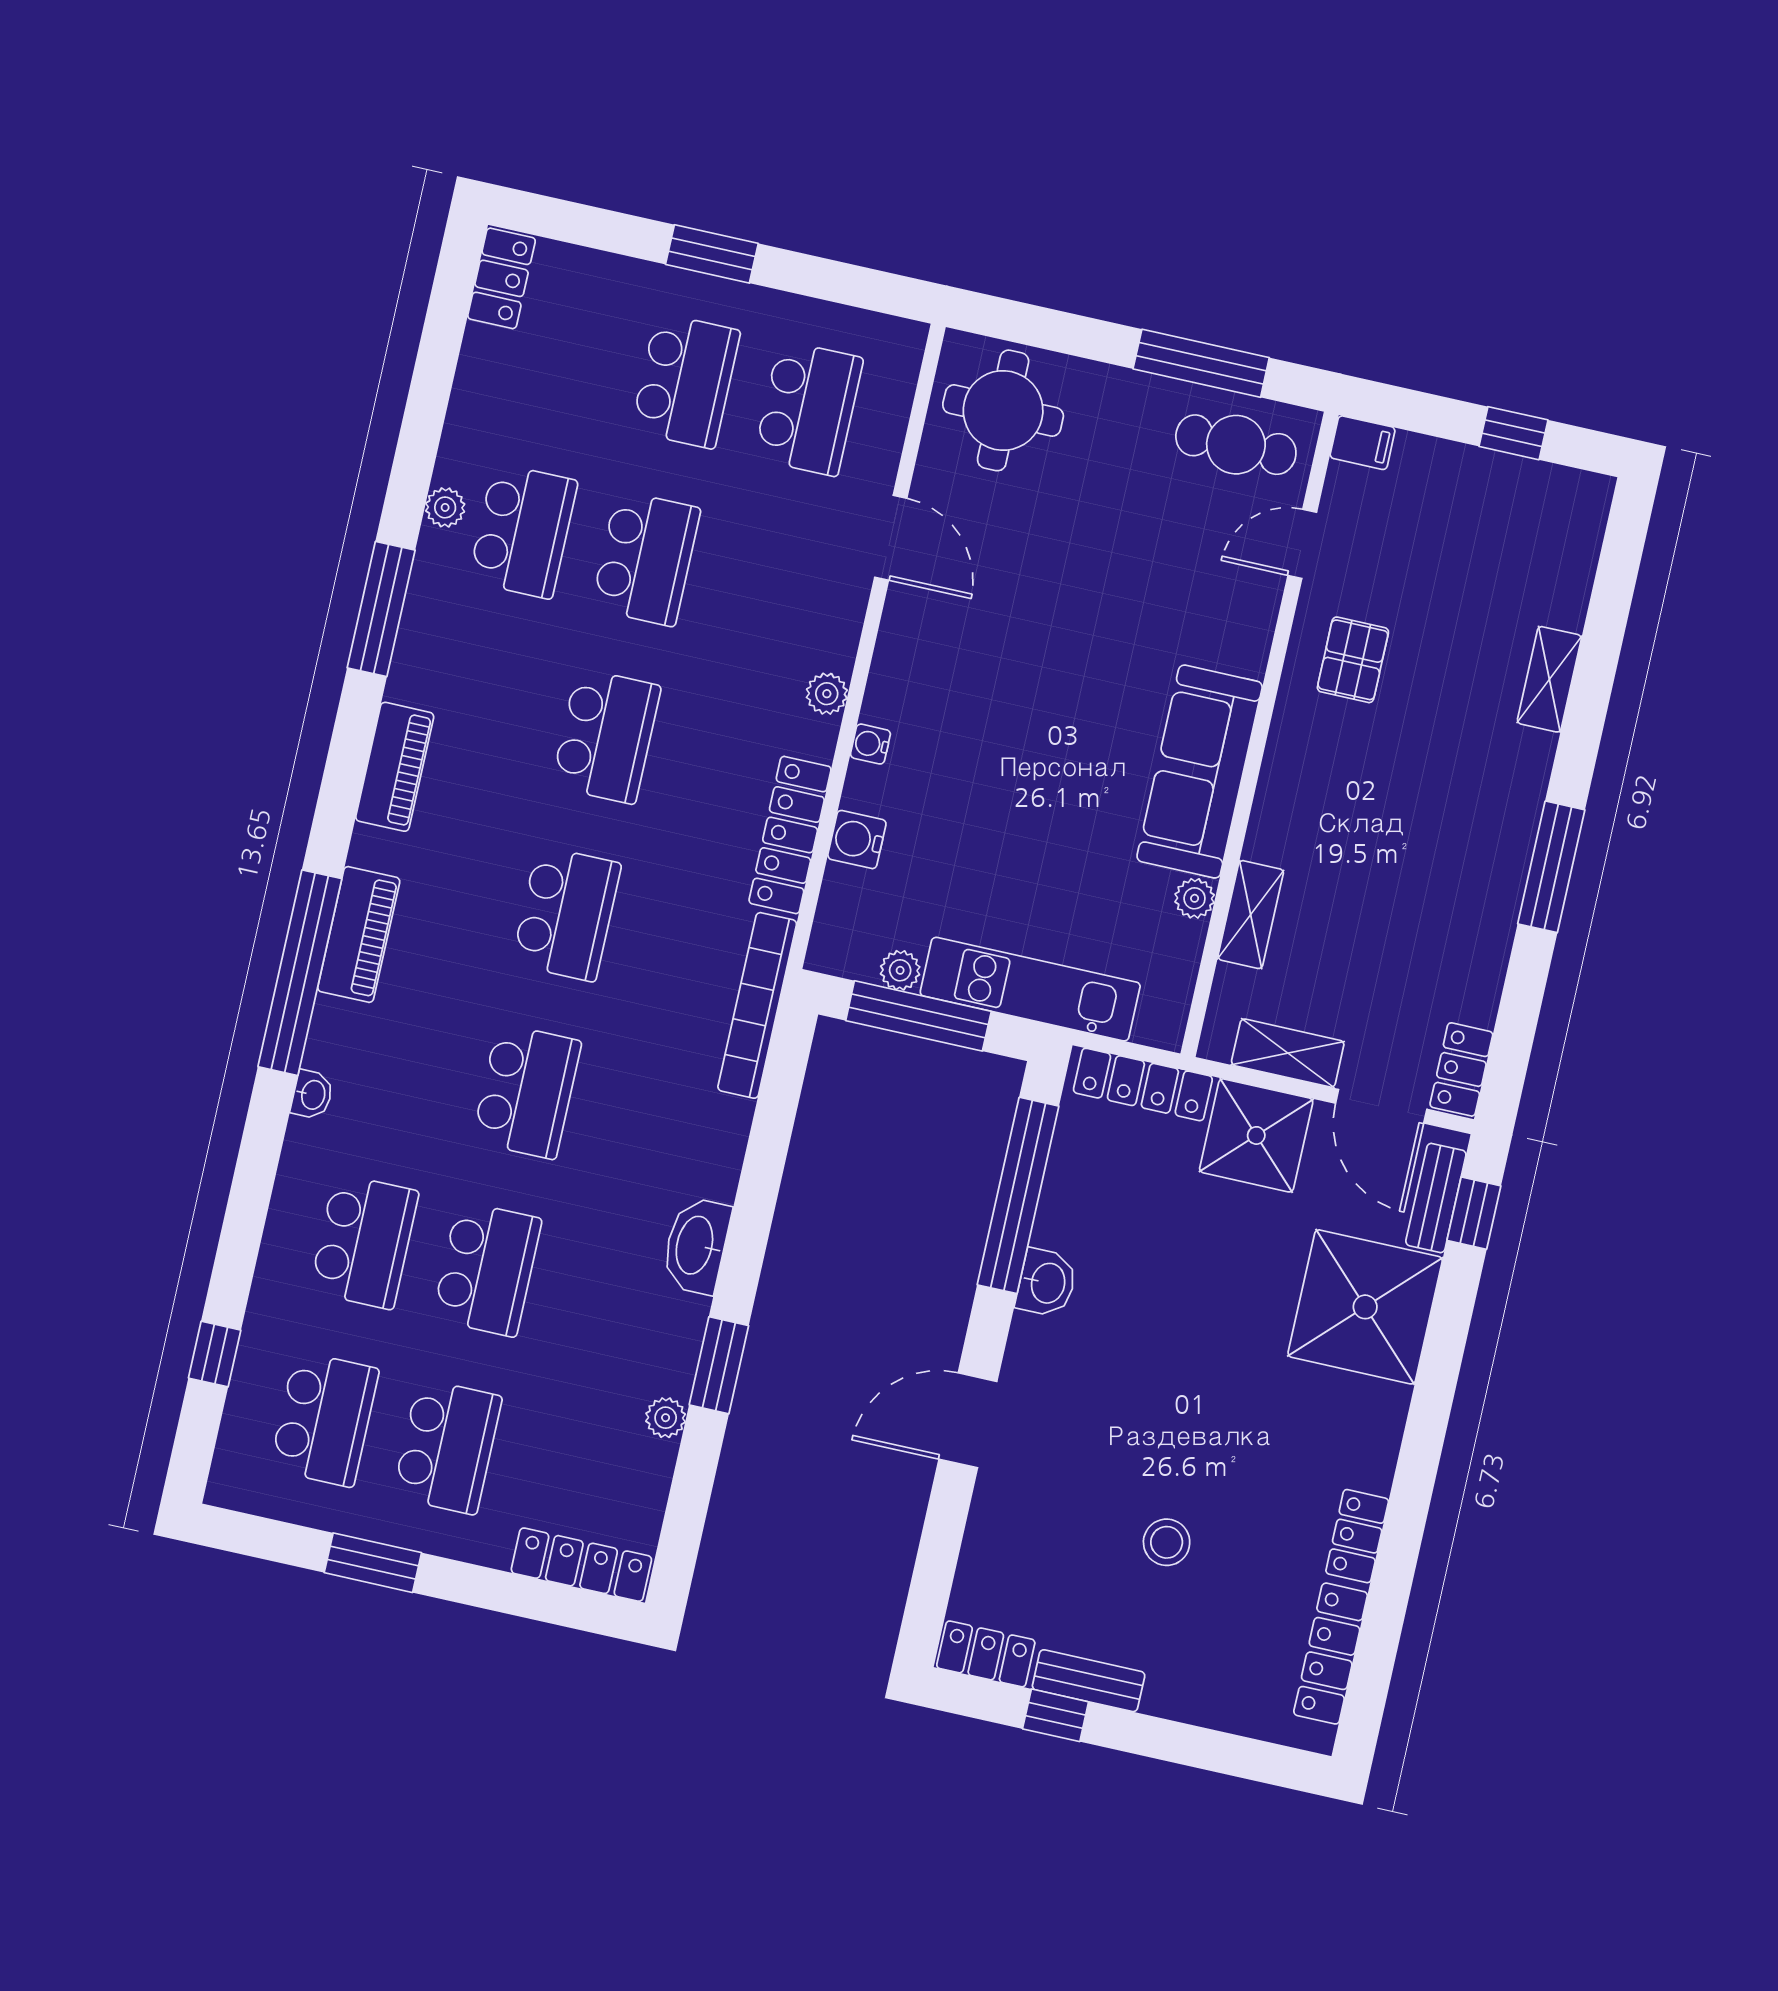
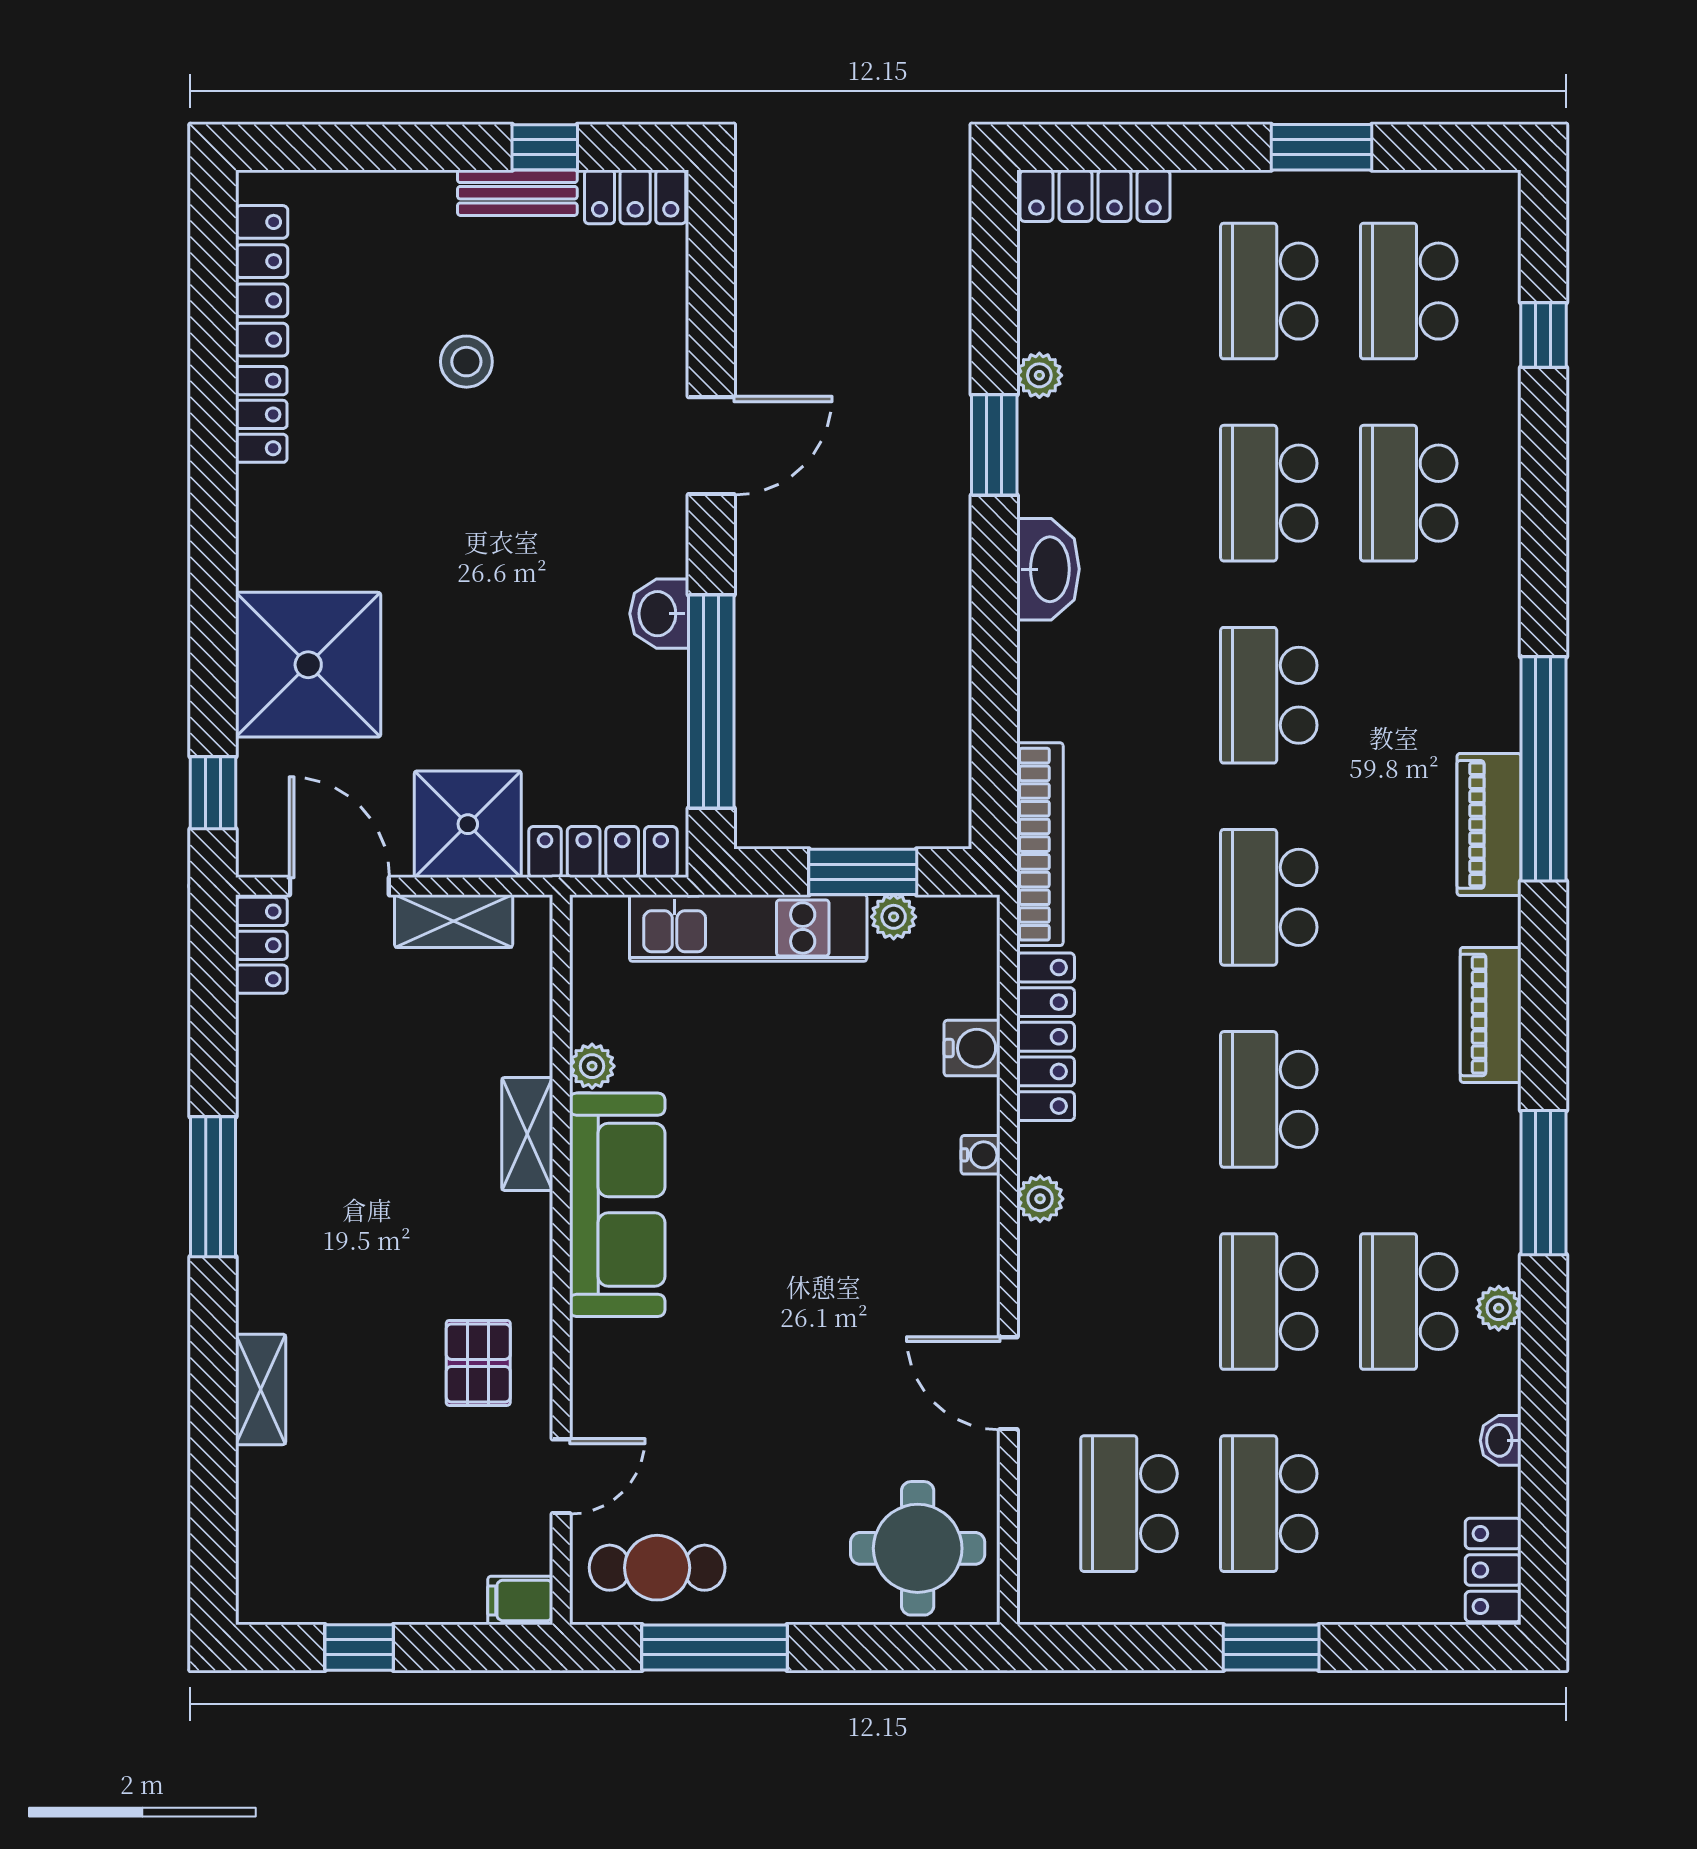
shelving: (1251, 915) -> (527, 1134), moved
window: (918, 1016) -> (863, 872), width x0.69
washbasin: (312, 1095) -> (1501, 1440), moved
bench: (1436, 1198) -> (258, 800), removed

